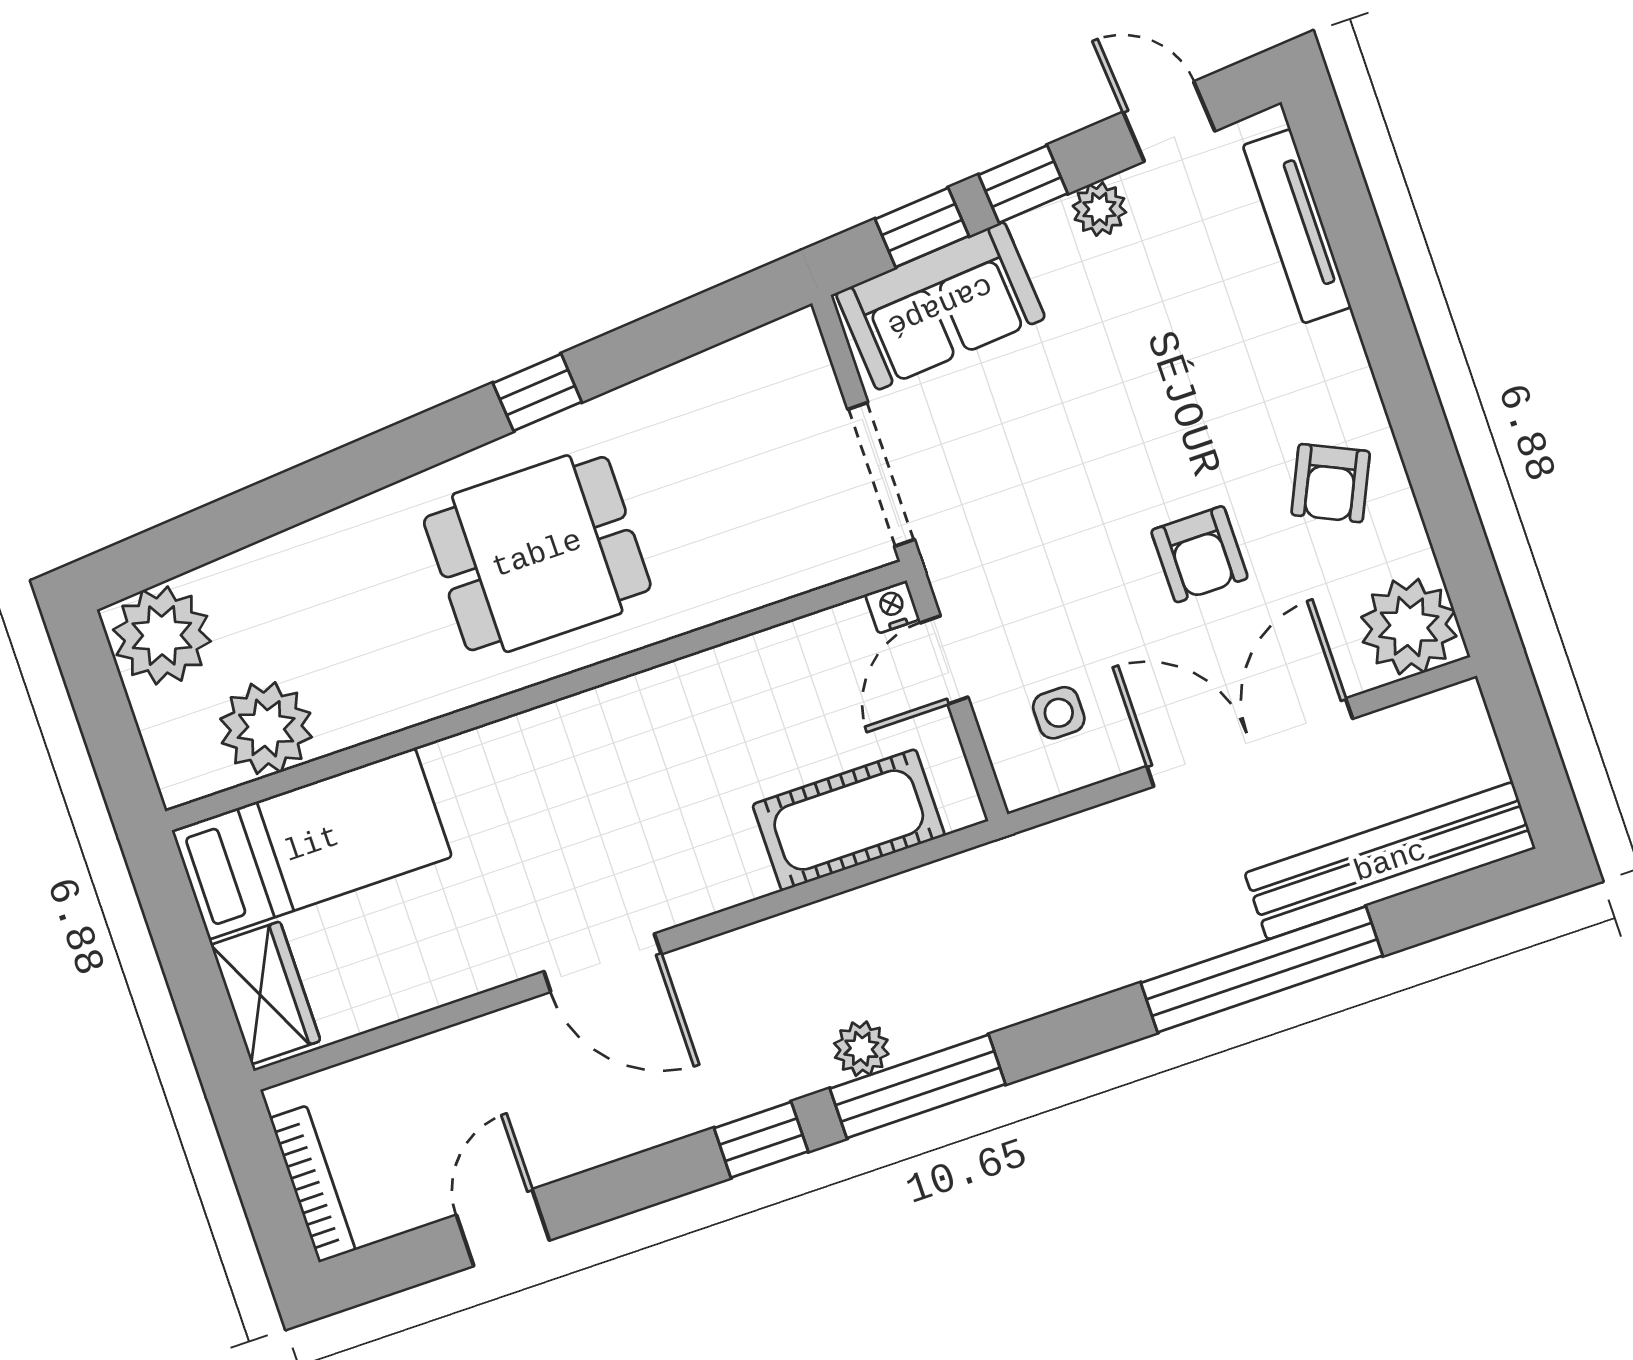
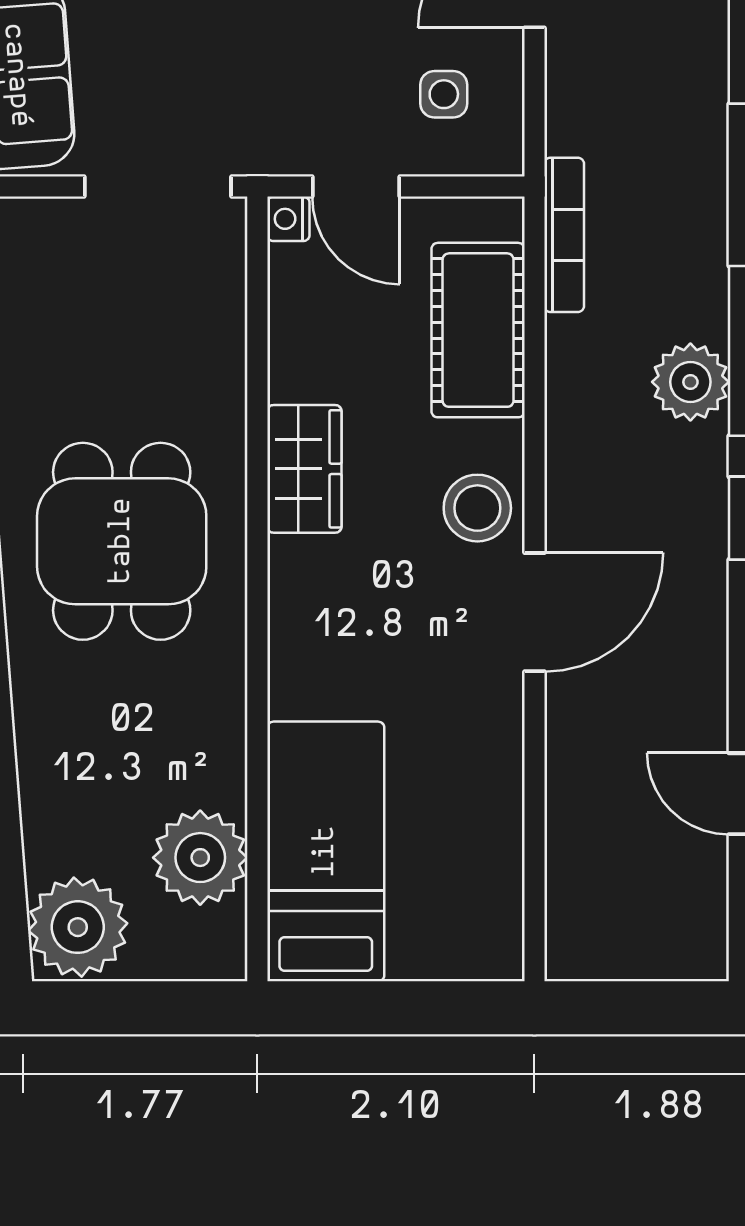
stool: (682, 876) -> (477, 508), added
wardrobe: (266, 993) -> (304, 469), moved, turned 90
plant: (861, 1049) -> (690, 382), width x1.38, depth x1.38
bookcase: (313, 1184) -> (564, 235), moved, turned 90

